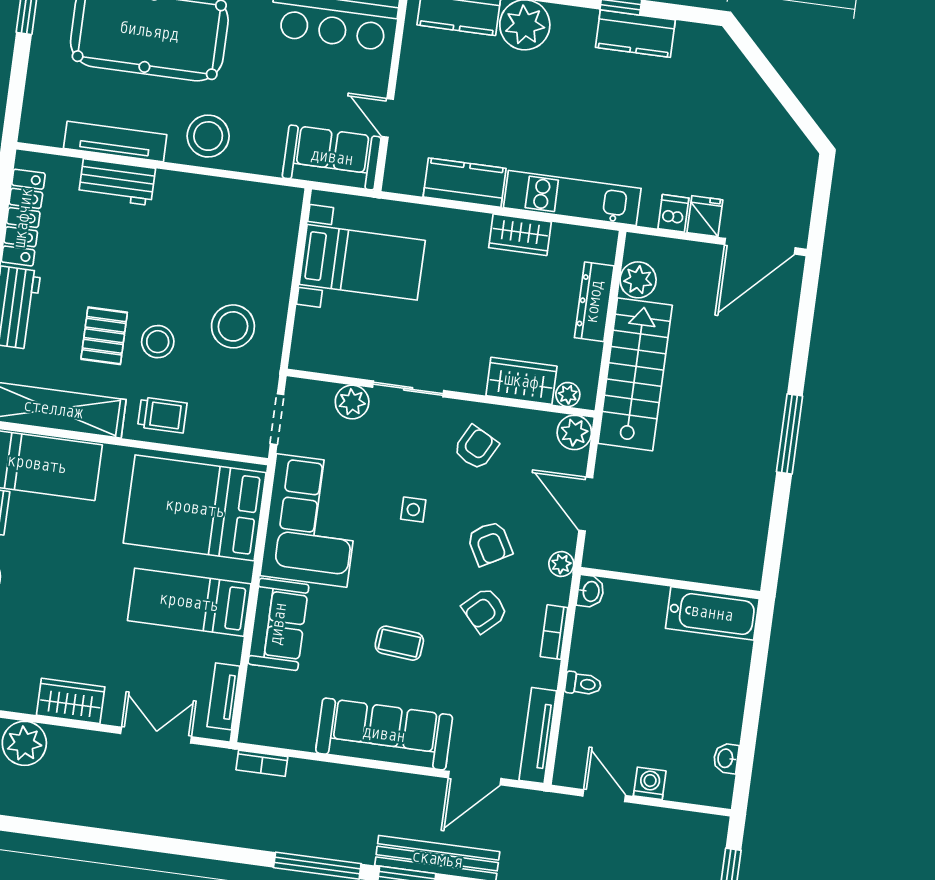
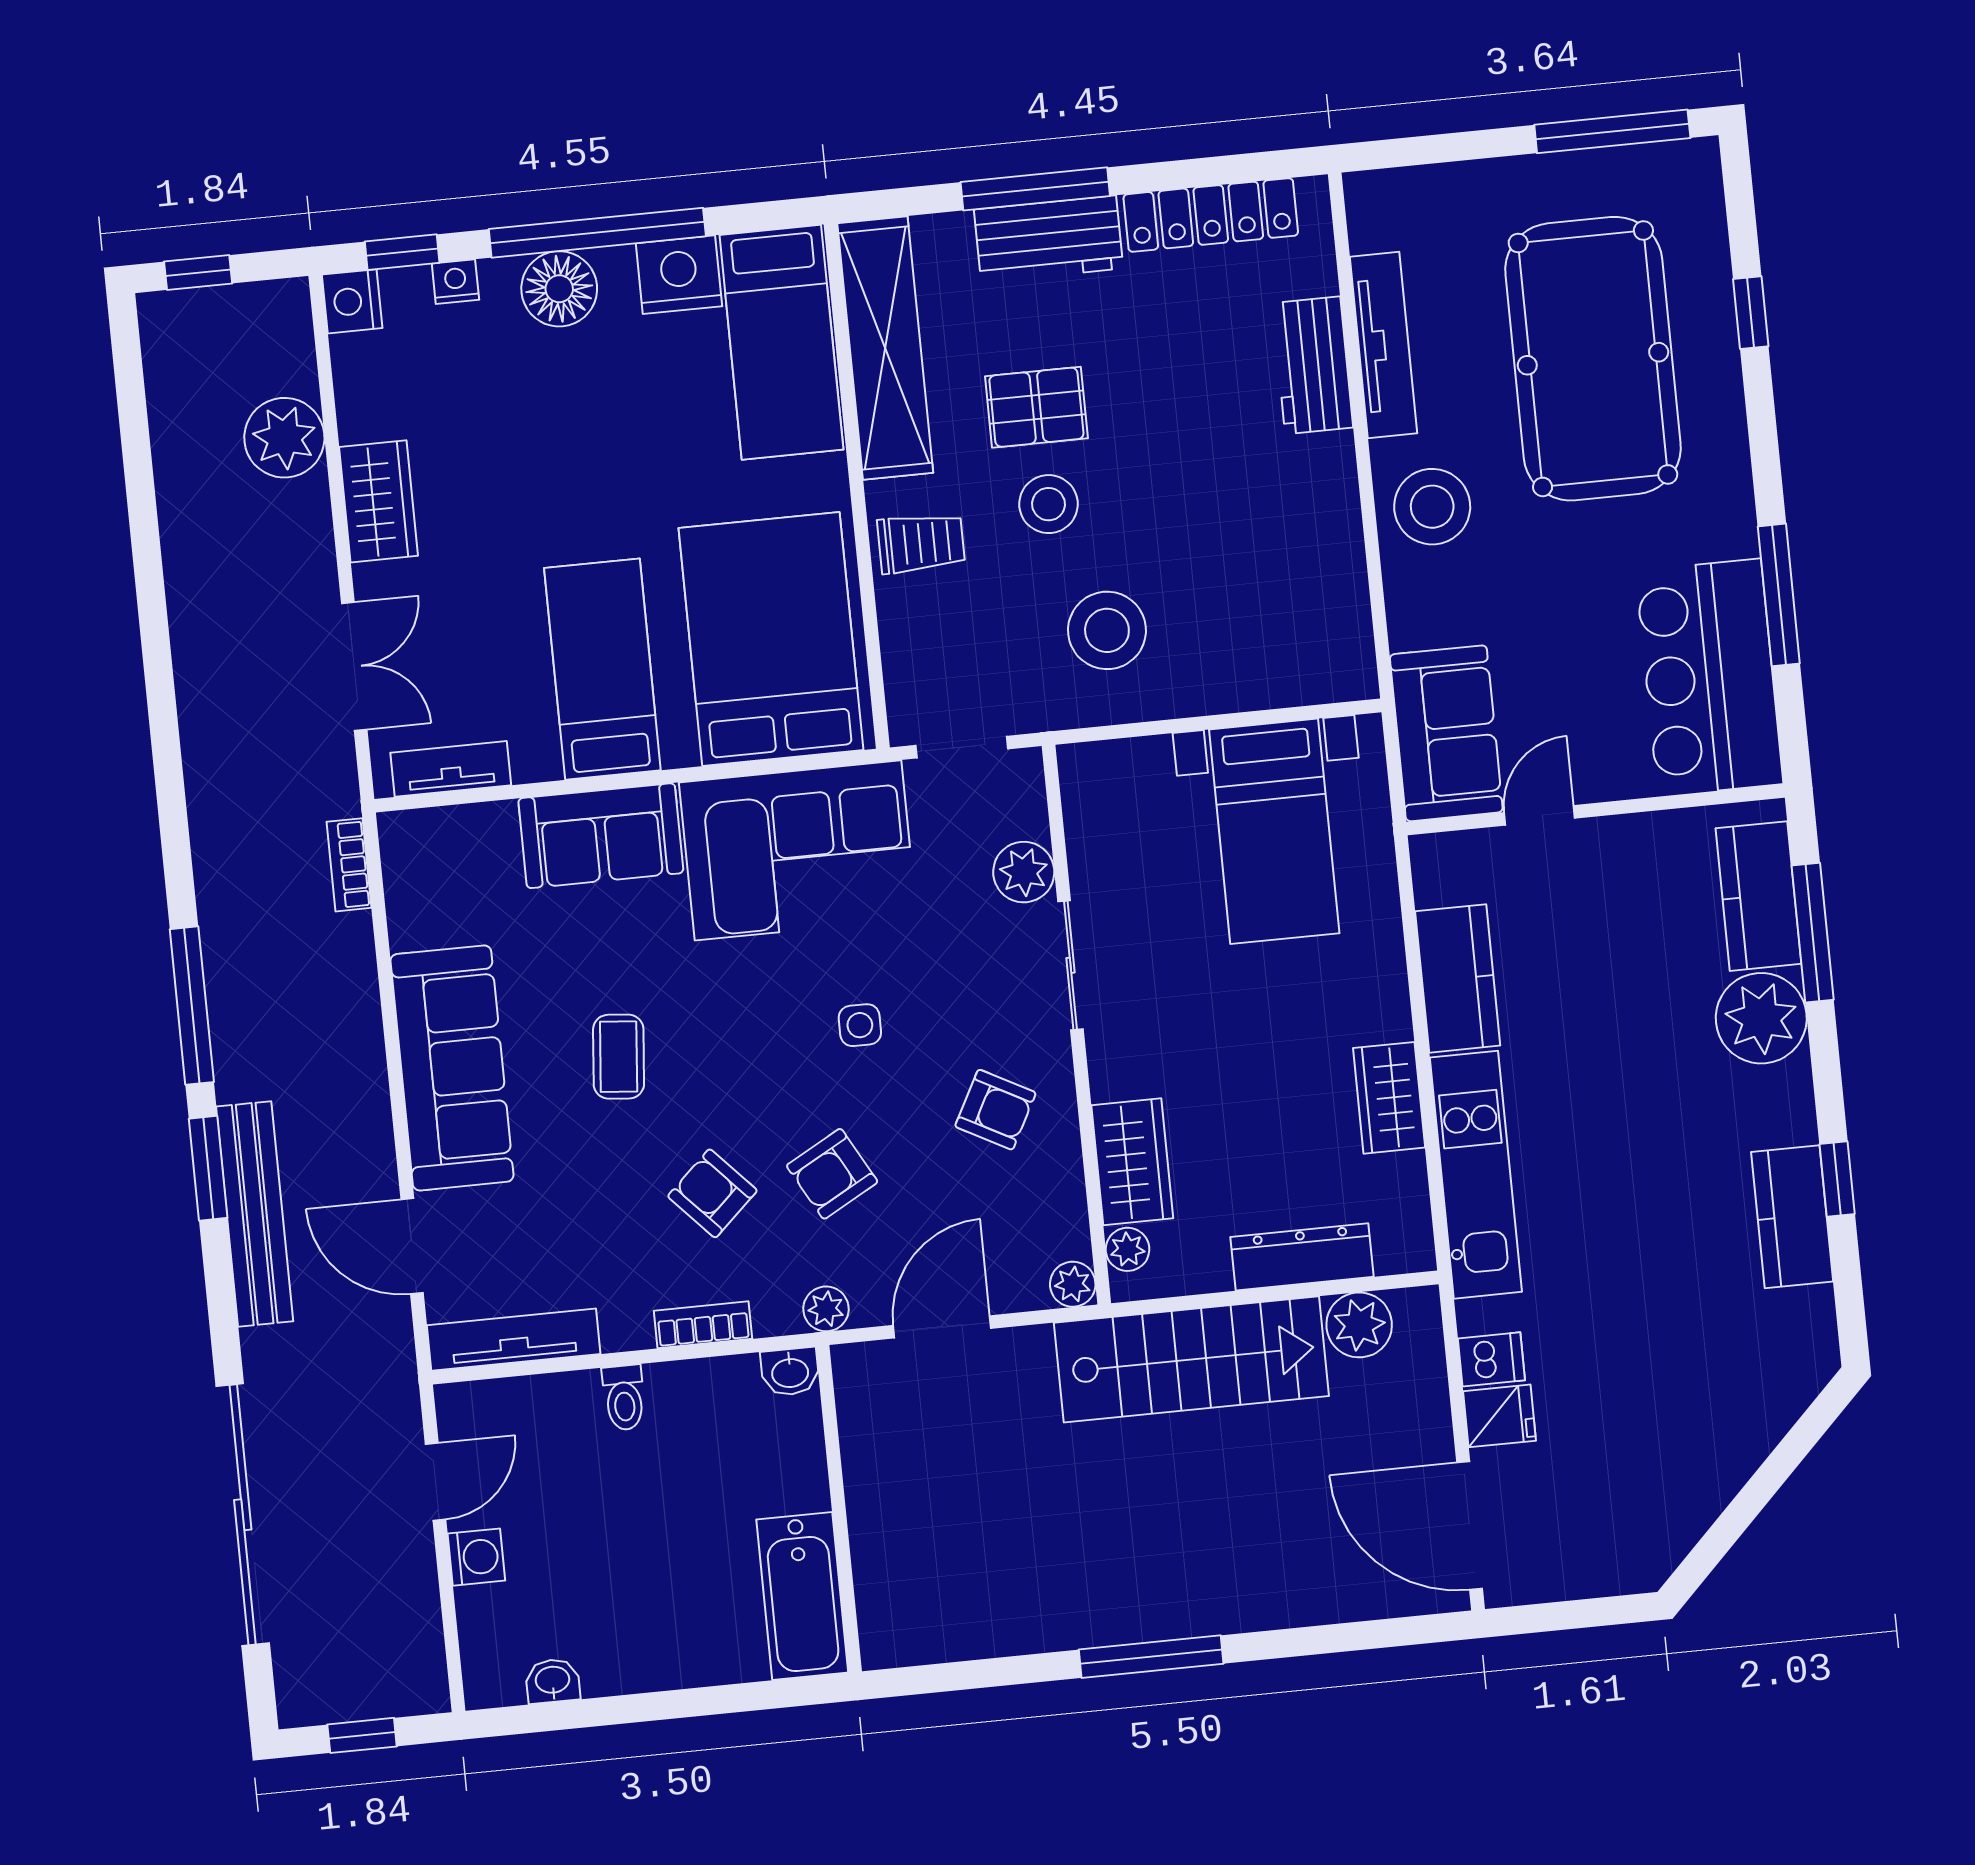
trolley: (162, 415) -> (921, 543), turned -90
plant: (574, 432) -> (1073, 1284), width x0.73, depth x0.73

